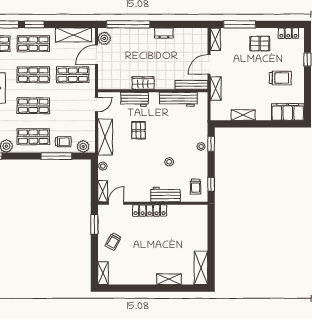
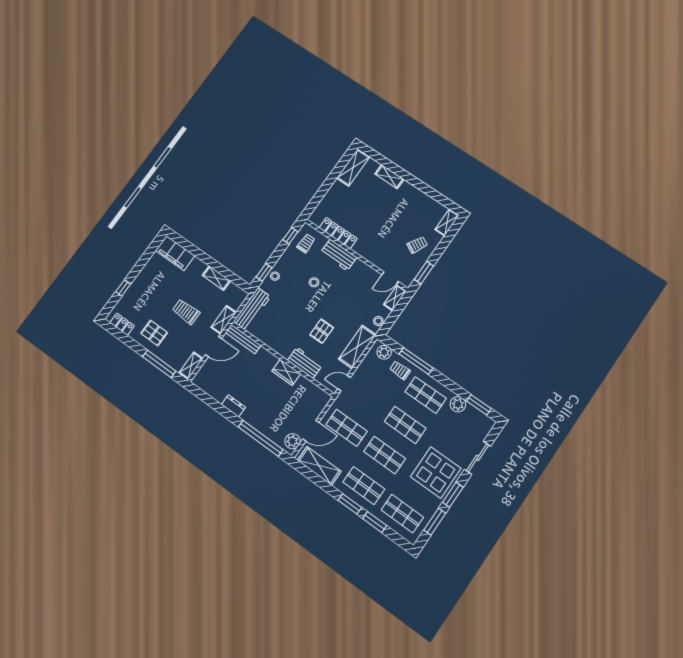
trolley: (280, 78) -> (186, 312), moved
workbench: (178, 99) -> (252, 309), moved, turned 90
locker: (150, 211) -> (338, 233), moved

